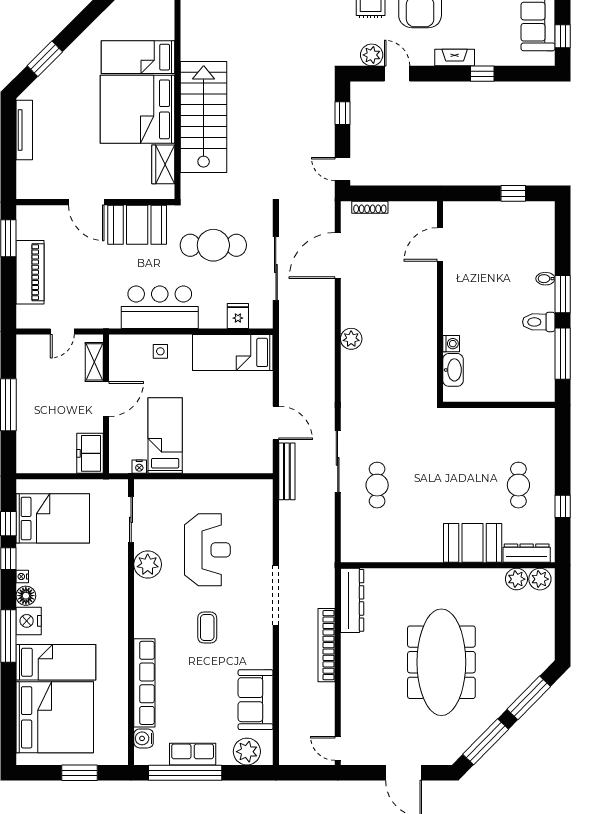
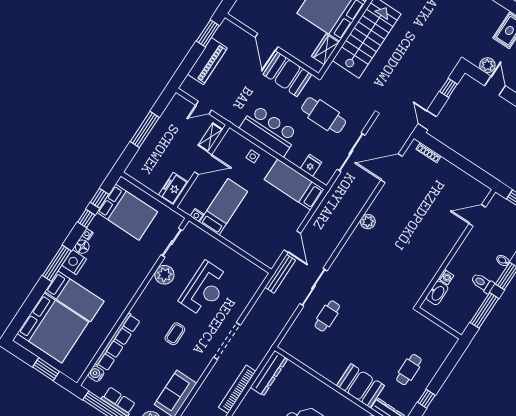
door: (440, 244) -> (477, 215), moved
wall: (440, 302) -> (456, 248), moved
washing machine: (451, 344) -> (446, 277), moved
washbasin: (453, 370) -> (437, 293), moved

